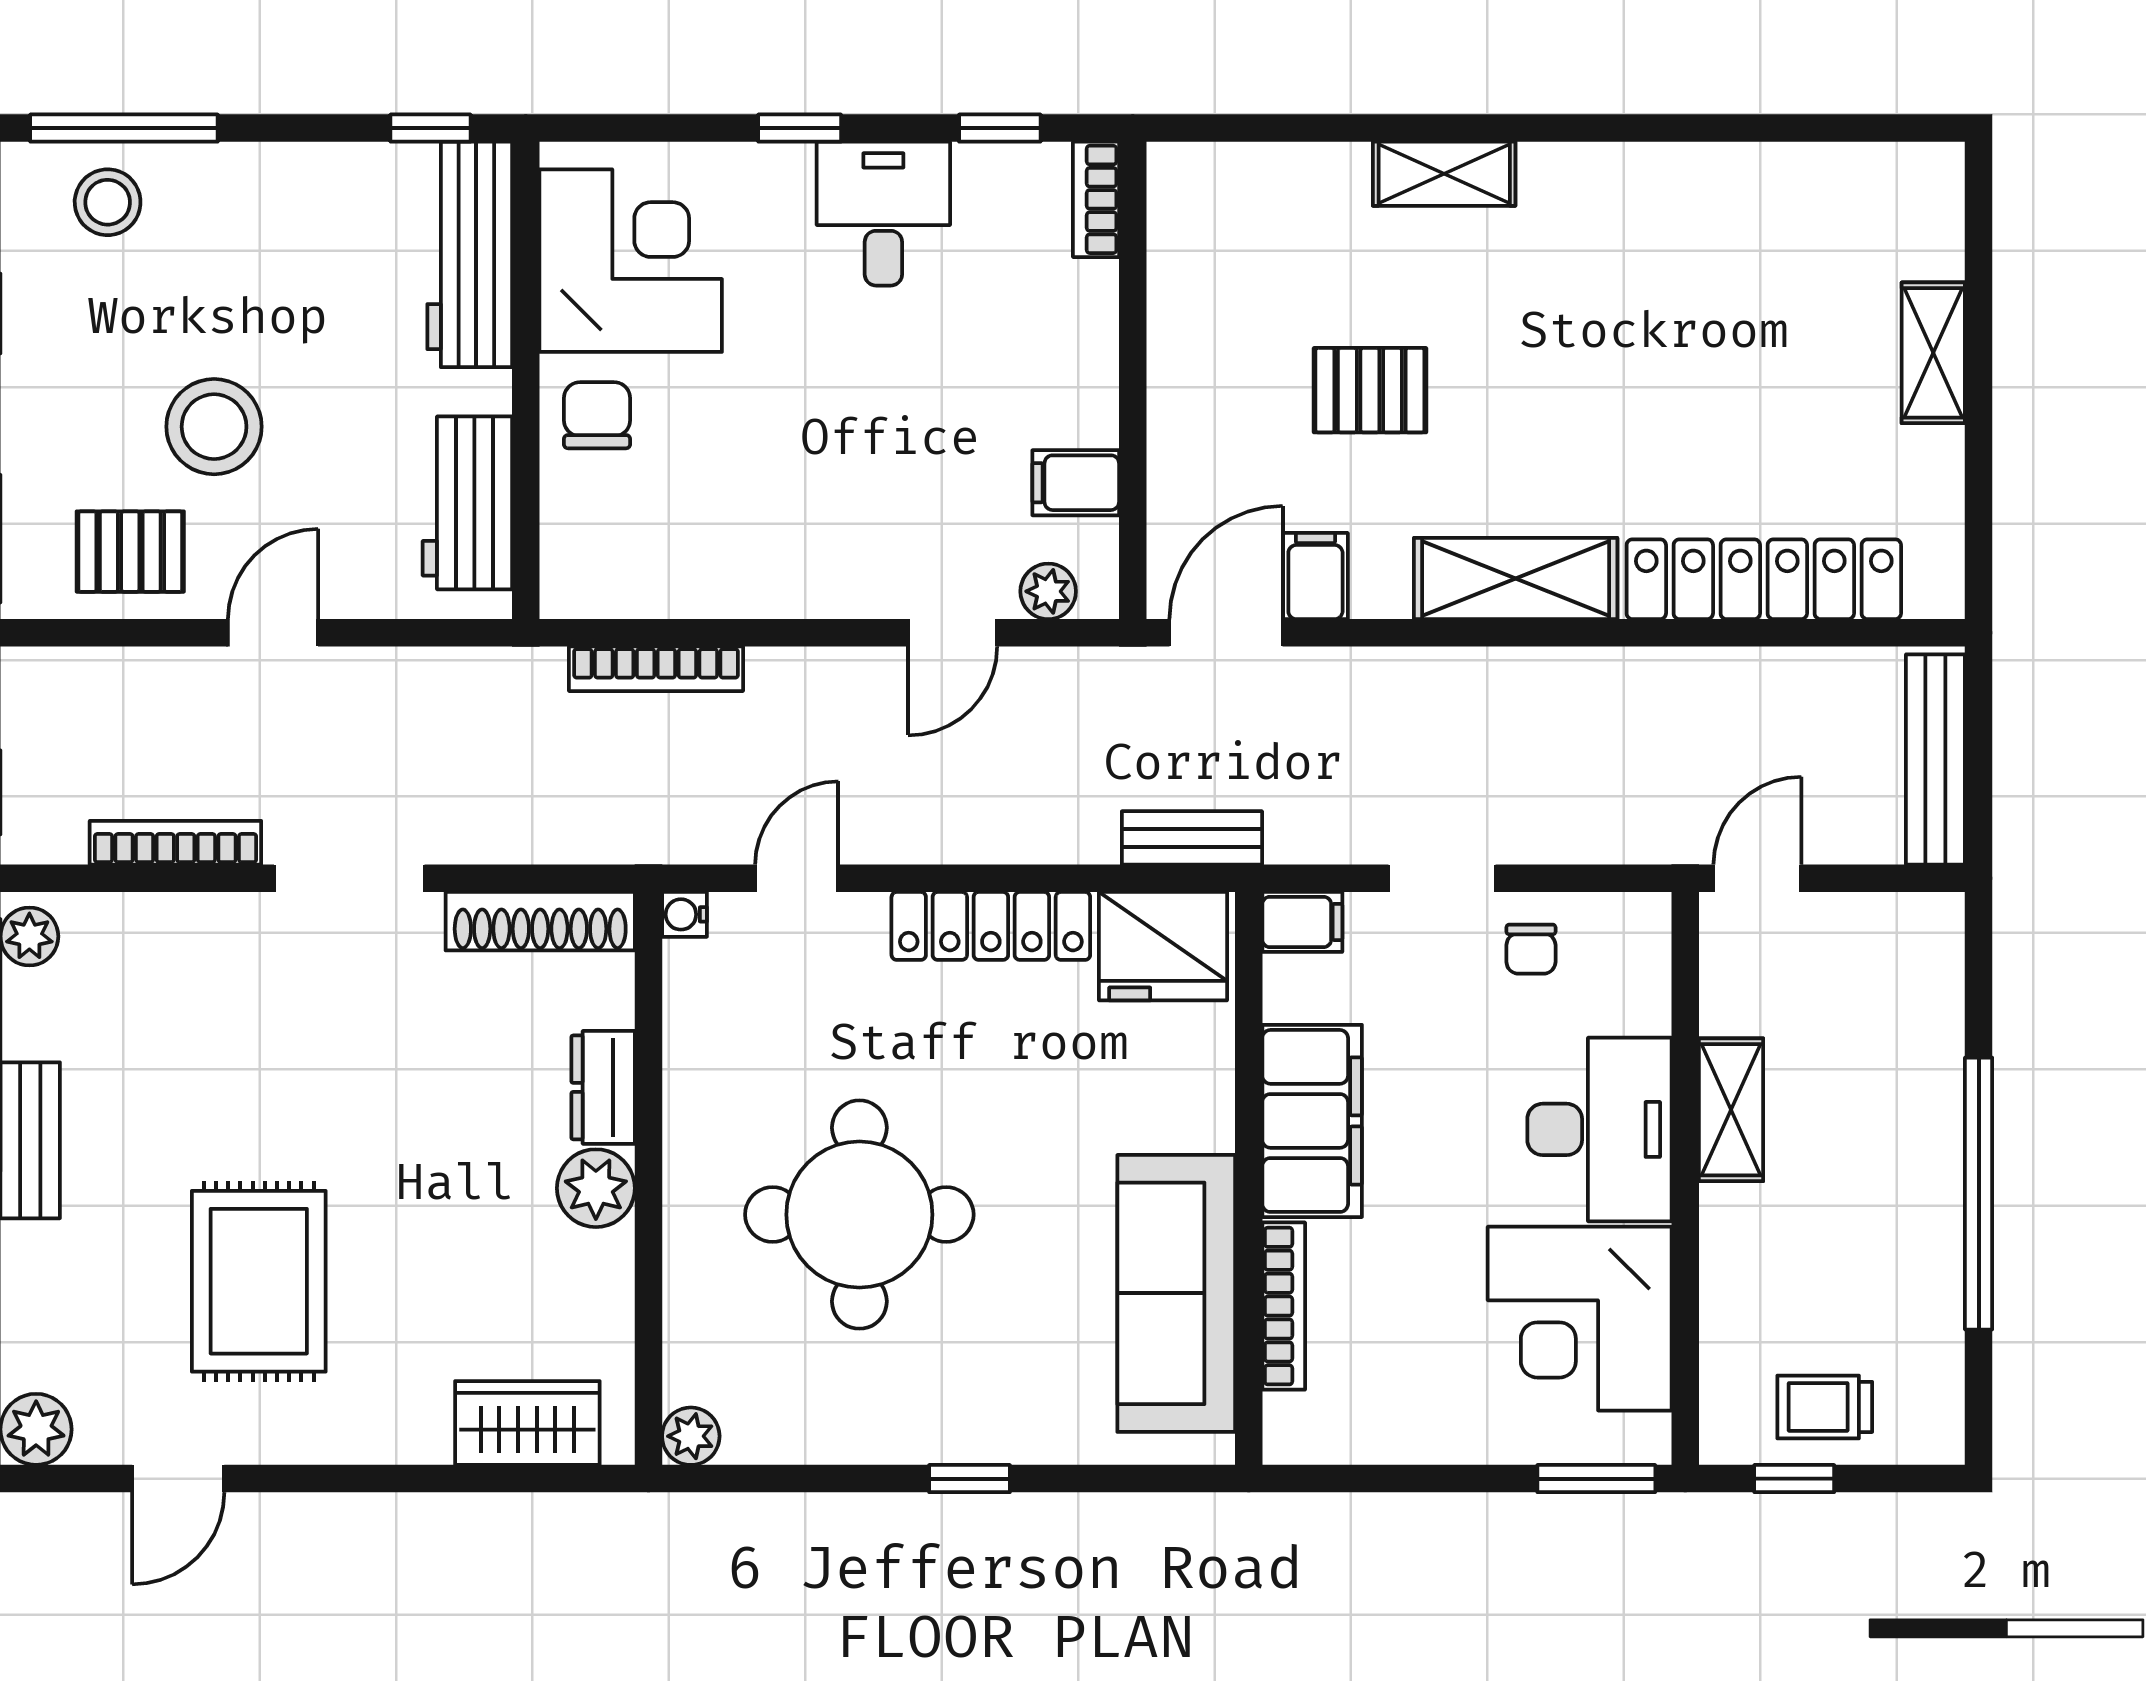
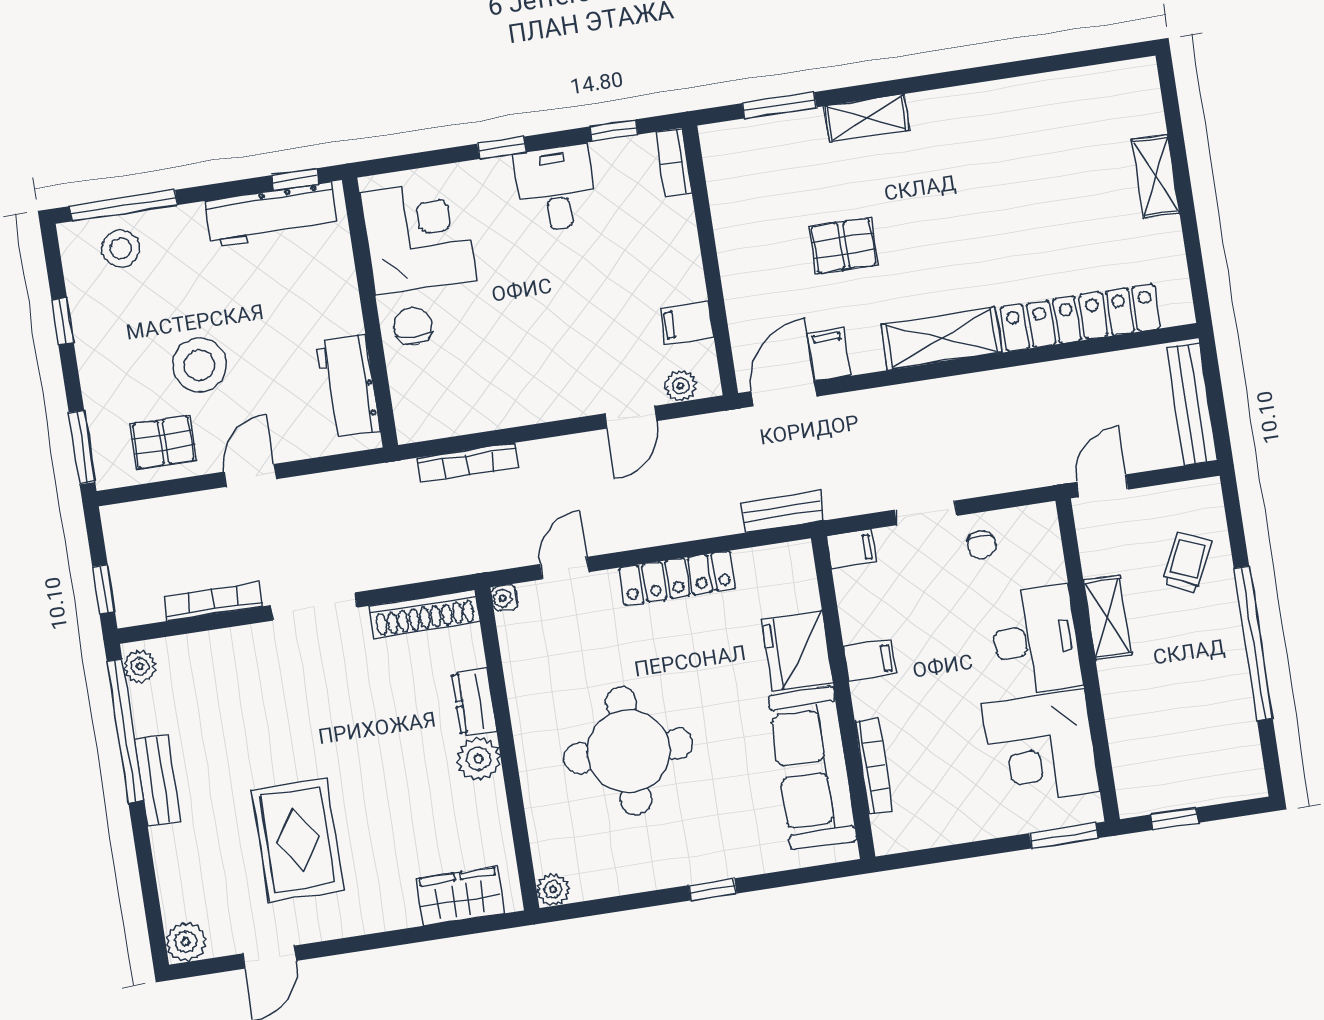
window: (1295, 128) -> (779, 105), added
workbench: (470, 254) -> (272, 215), moved, turned -90
fridge: (1163, 946) -> (797, 651), moved, turned 90
filing cabinet: (1312, 1121) -> (870, 660), width x0.33, depth x0.86
trolley: (1825, 1407) -> (1187, 562), moved, turned 114

